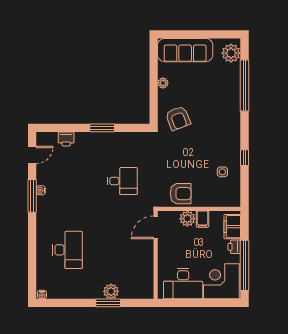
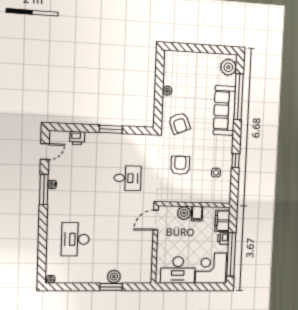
sofa: (185, 50) -> (224, 111), moved, turned 90
armchair: (181, 194) -> (180, 165), moved, turned -90
desk: (67, 250) -> (75, 239), turned 180

